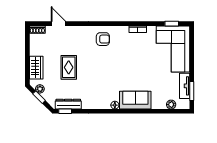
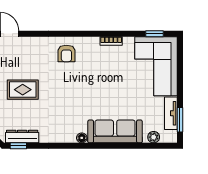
armchair: (103, 39) -> (66, 53), turned 90
rug: (69, 67) -> (23, 90), turned 90
sofa: (135, 100) -> (115, 131), width x1.36

